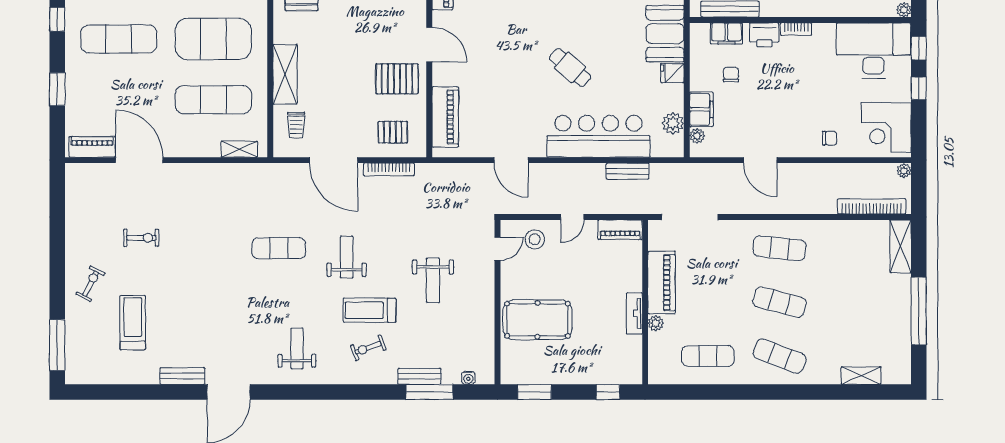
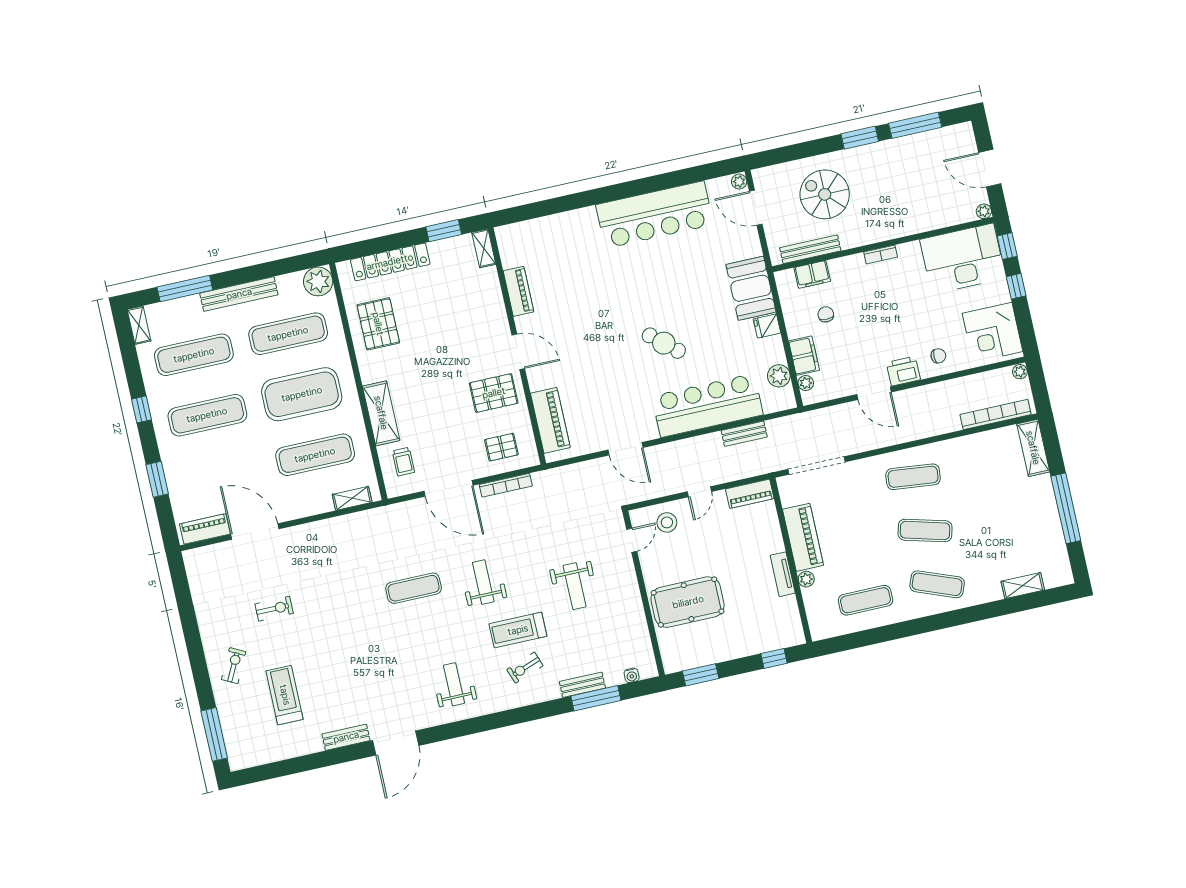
printer: (764, 35) -> (903, 371), moved, turned 180

